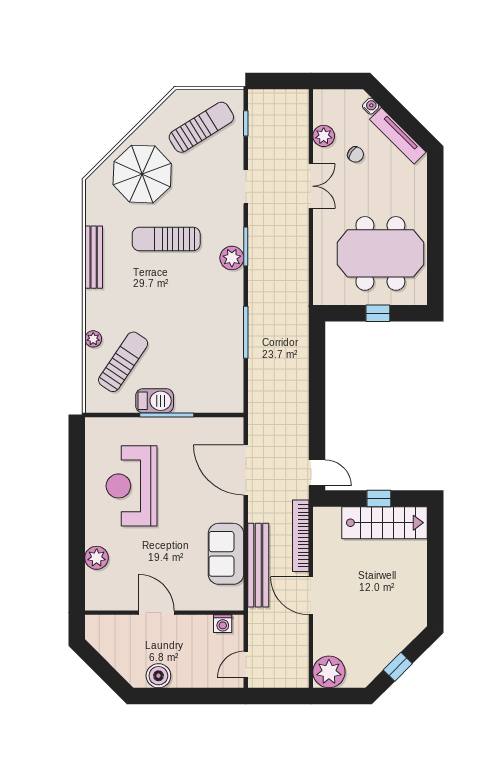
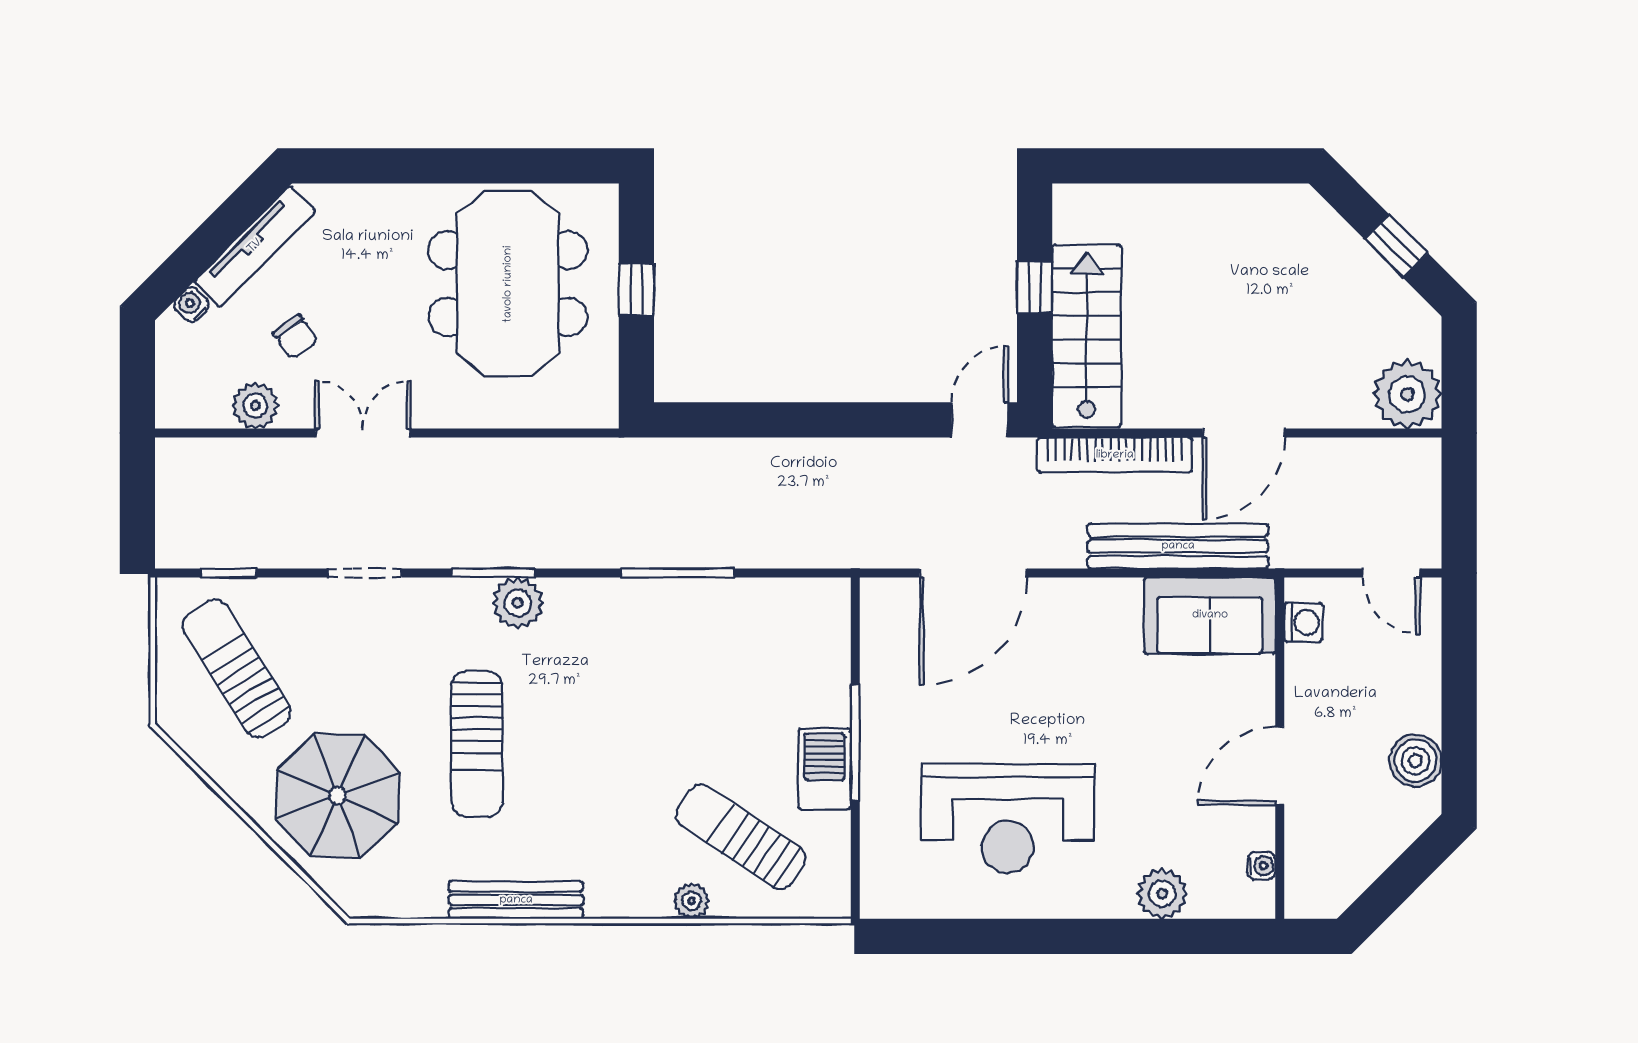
chair: (356, 154) -> (295, 337), turned 110
stairs: (384, 523) -> (1087, 336), moved
sofa: (226, 554) -> (1210, 615), moved
water cooler: (110, 604) -> (1261, 866), added

